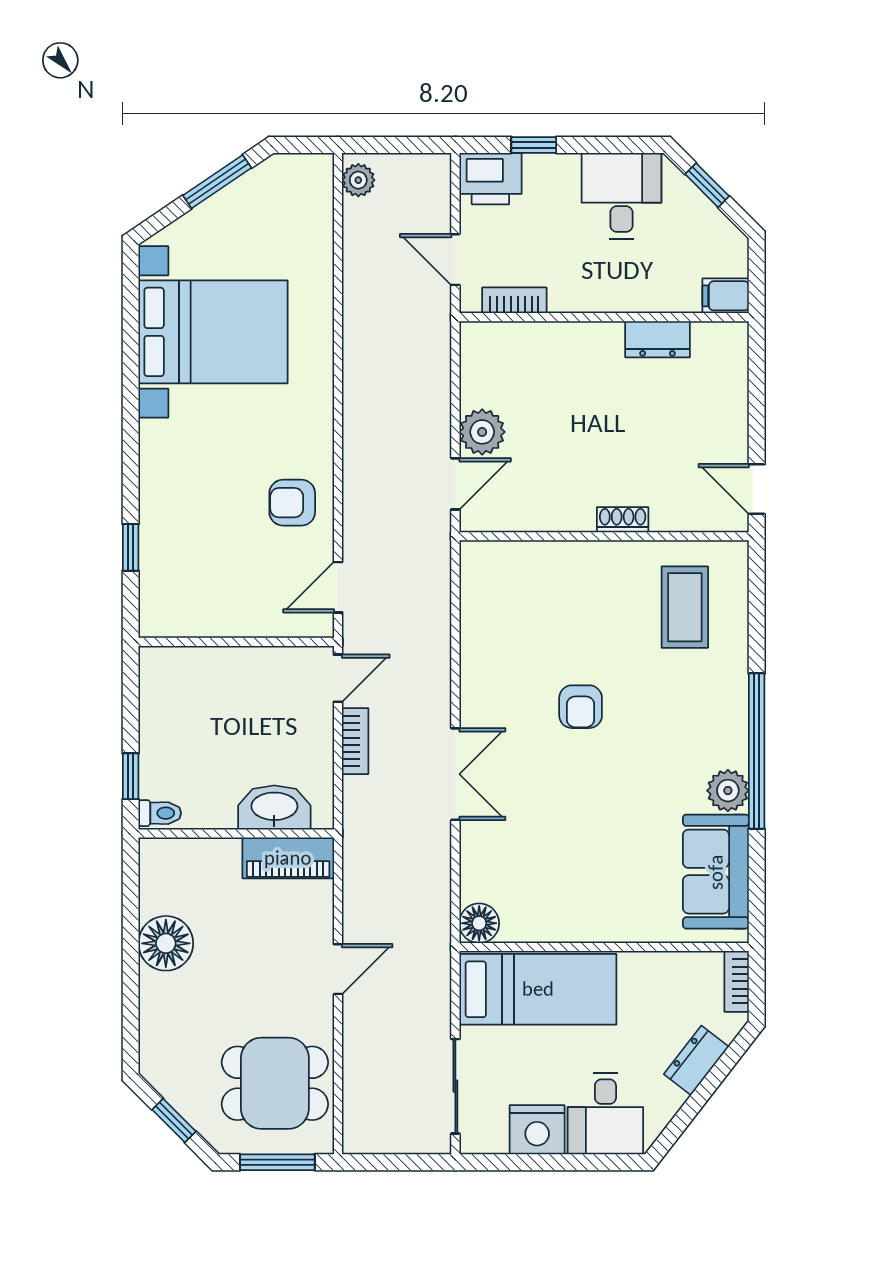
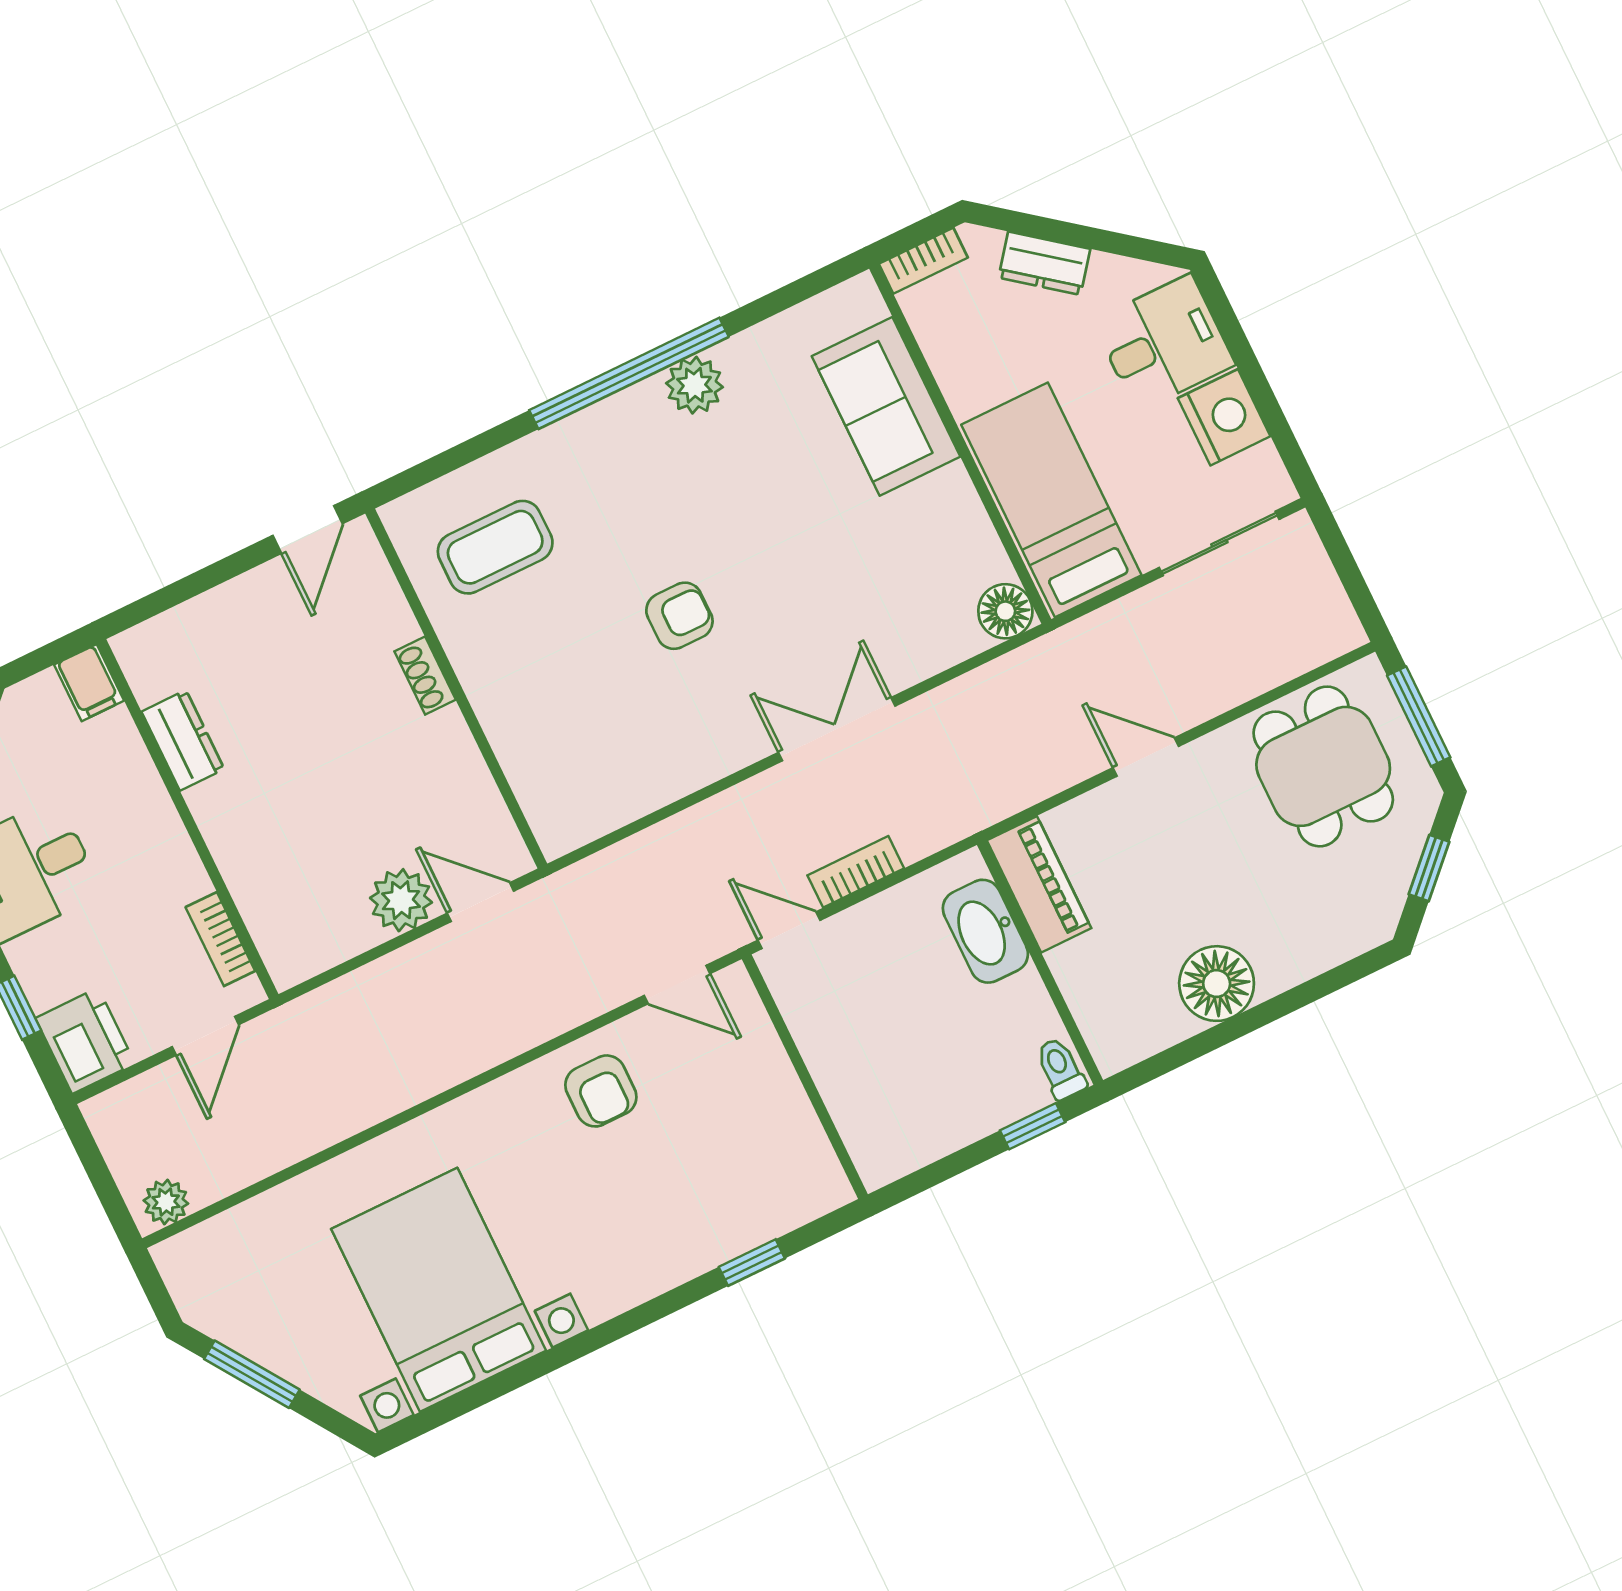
sofa: (716, 872) -> (886, 406), moved, turned 90

